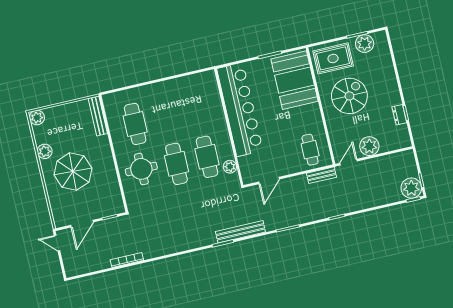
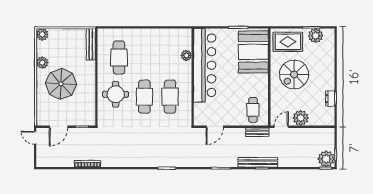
spiral stairs: (349, 96) -> (294, 74), turned 180
plant: (230, 167) -> (186, 55), moved
bench: (240, 232) -> (258, 162), moved

